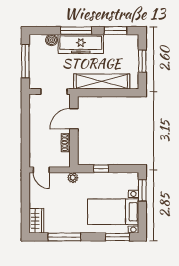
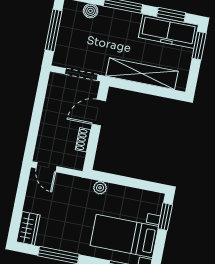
freezer: (81, 44) -> (168, 31), moved
window: (142, 61) -> (199, 46), moved
window: (101, 169) -> (120, 180), removed
plant: (73, 178) -> (100, 188), moved

